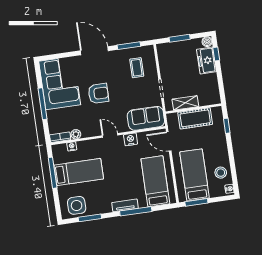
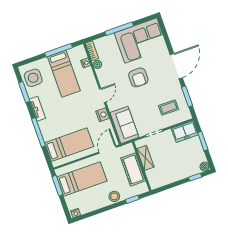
freezer: (207, 61) -> (185, 132), moved, turned 180
stool: (221, 173) -> (114, 196), moved
tv unit: (125, 205) -> (37, 109), moved

